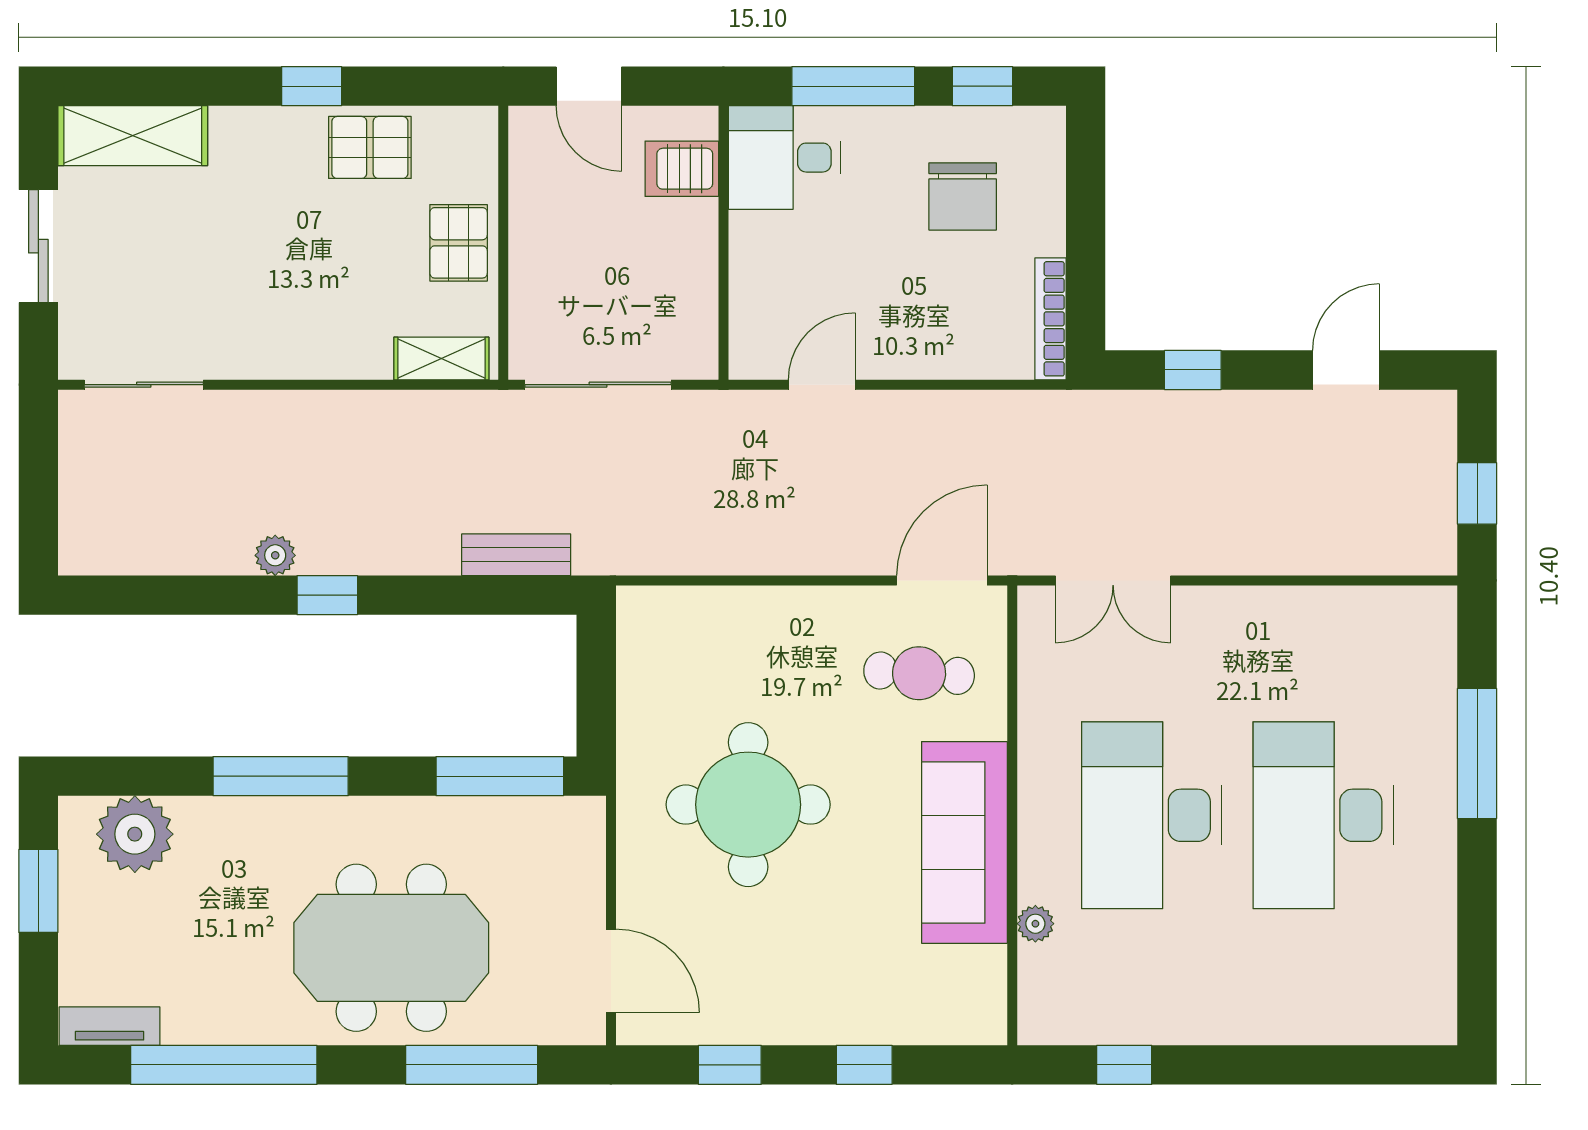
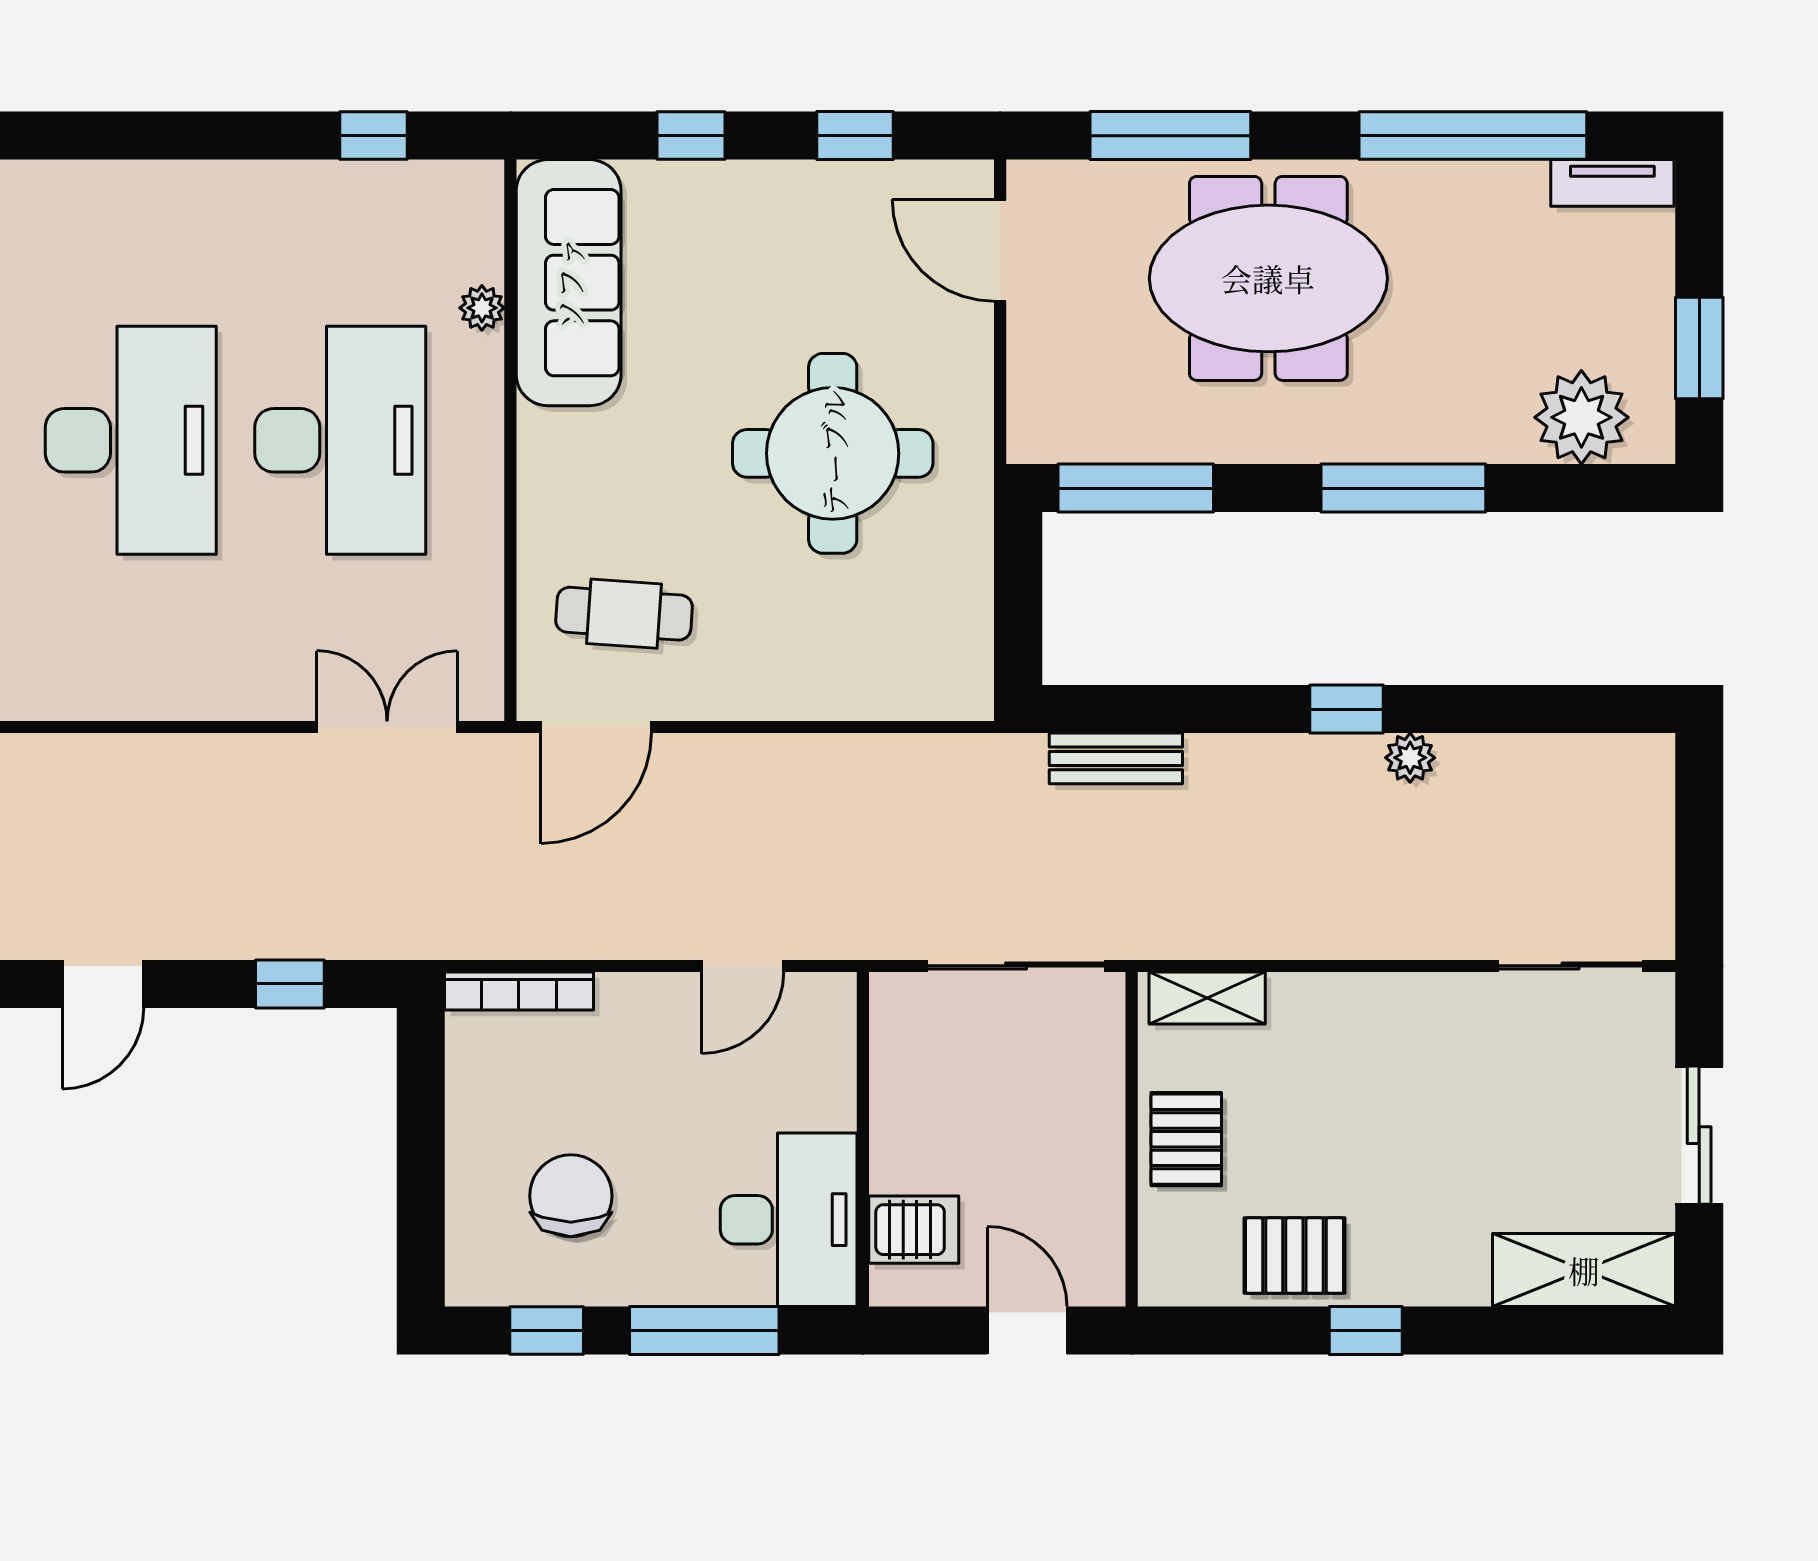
desk: (784, 158) -> (789, 1220), width x1.37
bookcase: (1050, 319) -> (519, 991), moved, turned 90
sofa: (964, 842) -> (569, 283), moved

